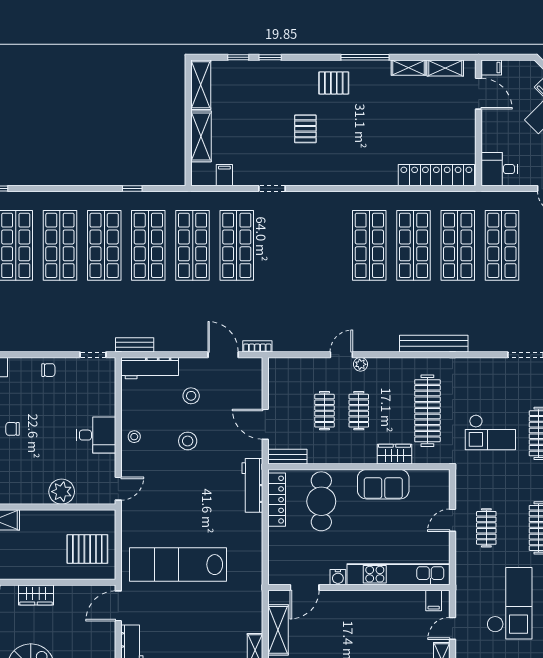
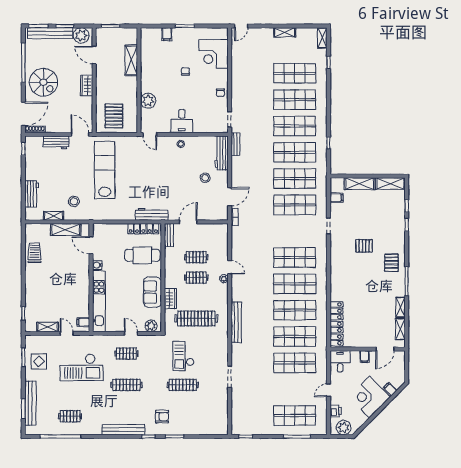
filing cabinet: (491, 68) -> (365, 357), moved
shop shelf: (325, 245) -> (295, 258), added
stool: (188, 441) -> (74, 201), moved
plant: (440, 487) -> (151, 326), added

